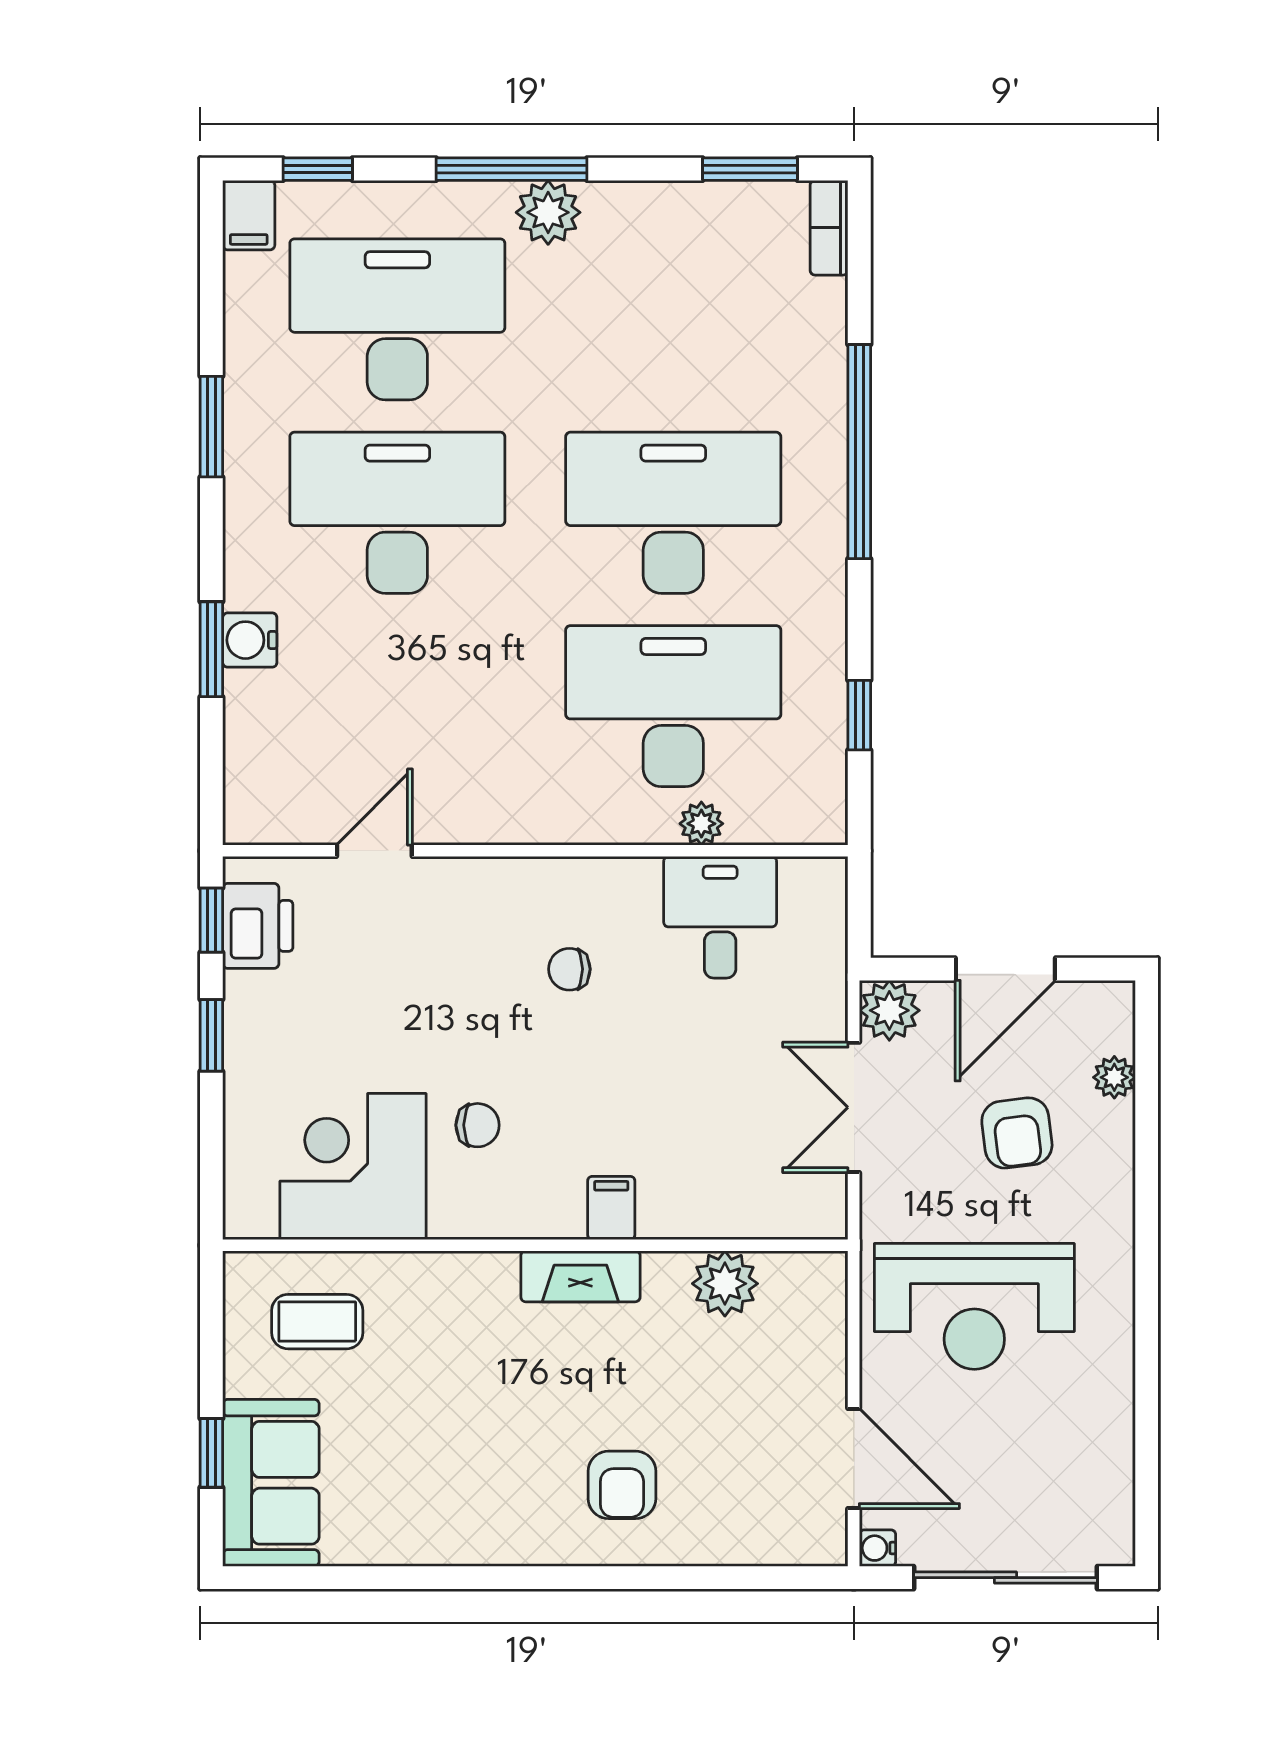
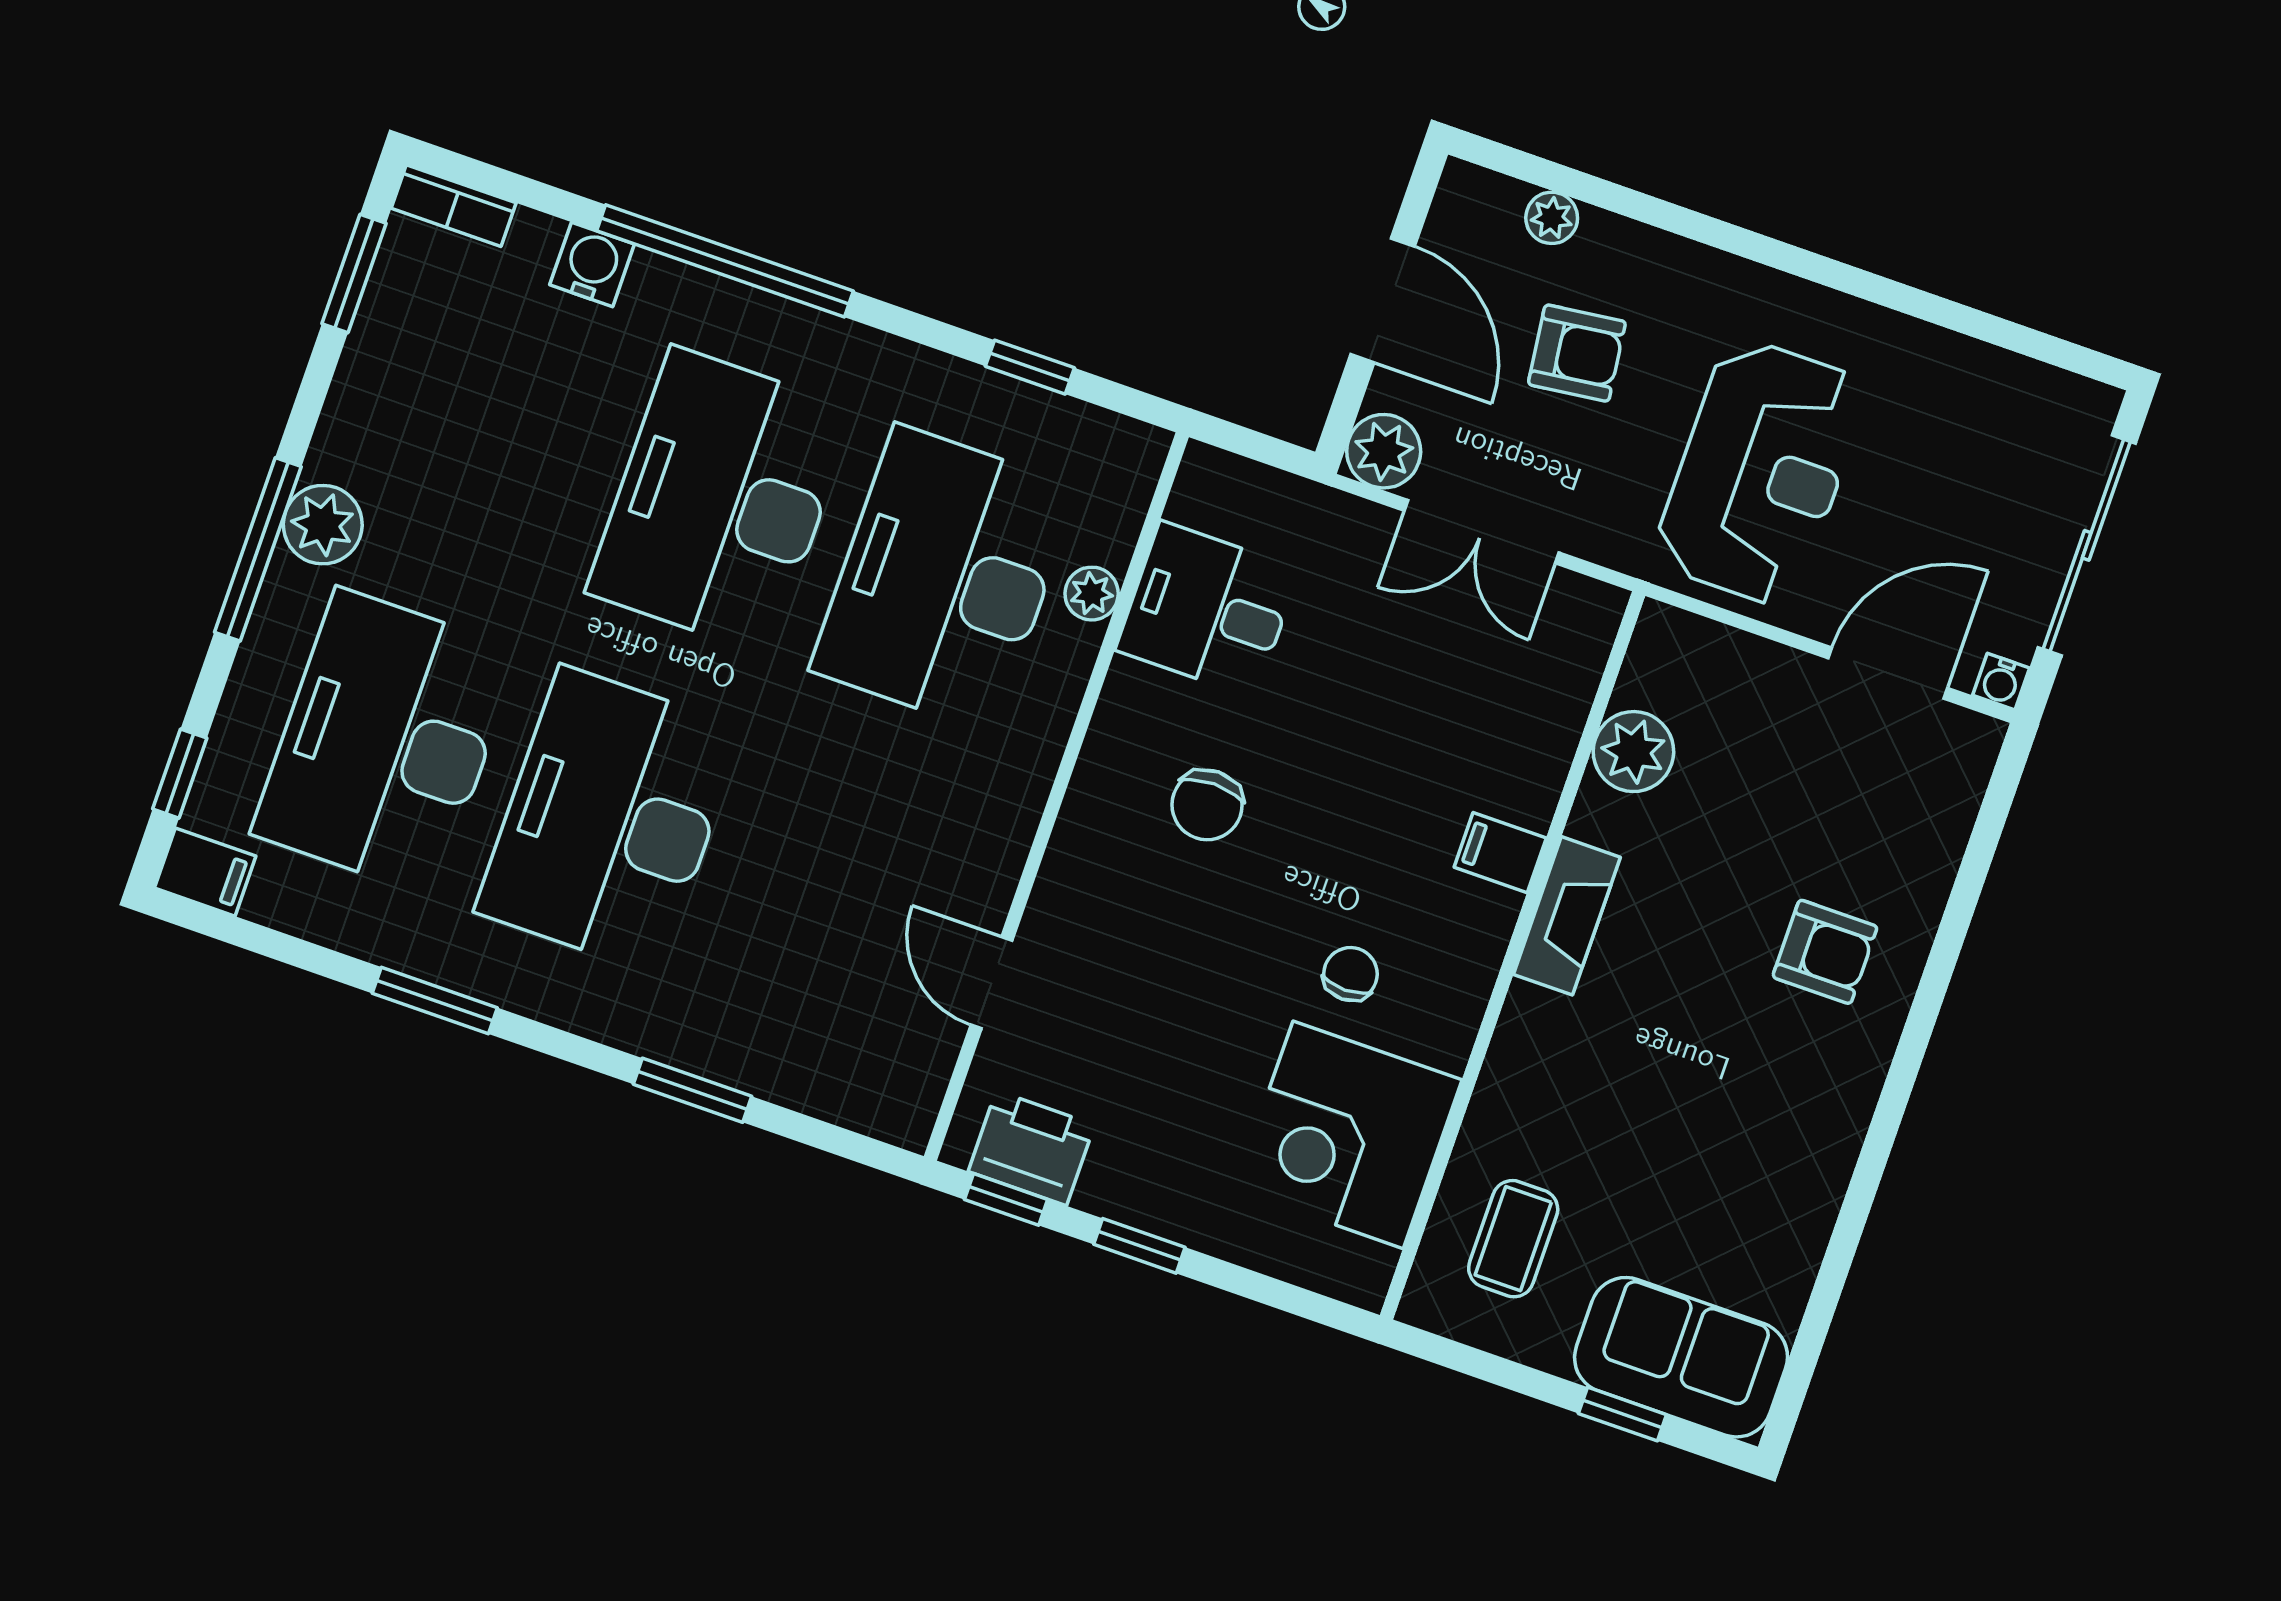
water cooler: (250, 640) -> (592, 264), moved, turned 180
chair: (569, 969) -> (1207, 805), width x1.37, depth x1.37

